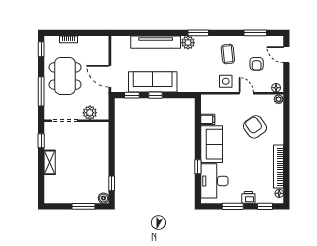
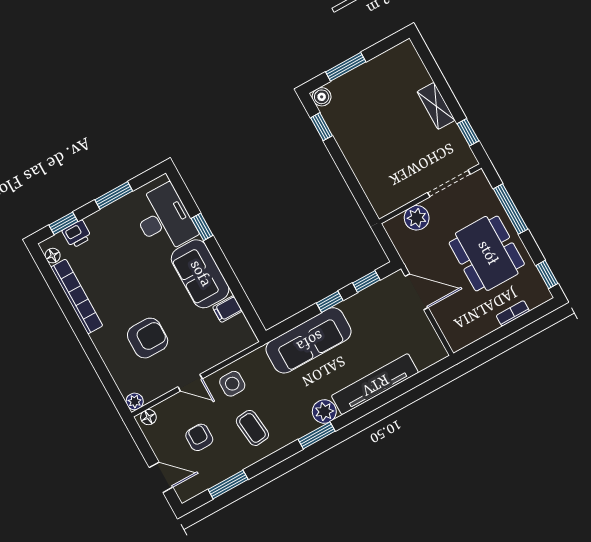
sofa: (153, 82) -> (309, 340), moved
armchair: (255, 127) -> (148, 338), turned -54
printer: (248, 197) -> (77, 234), moved

